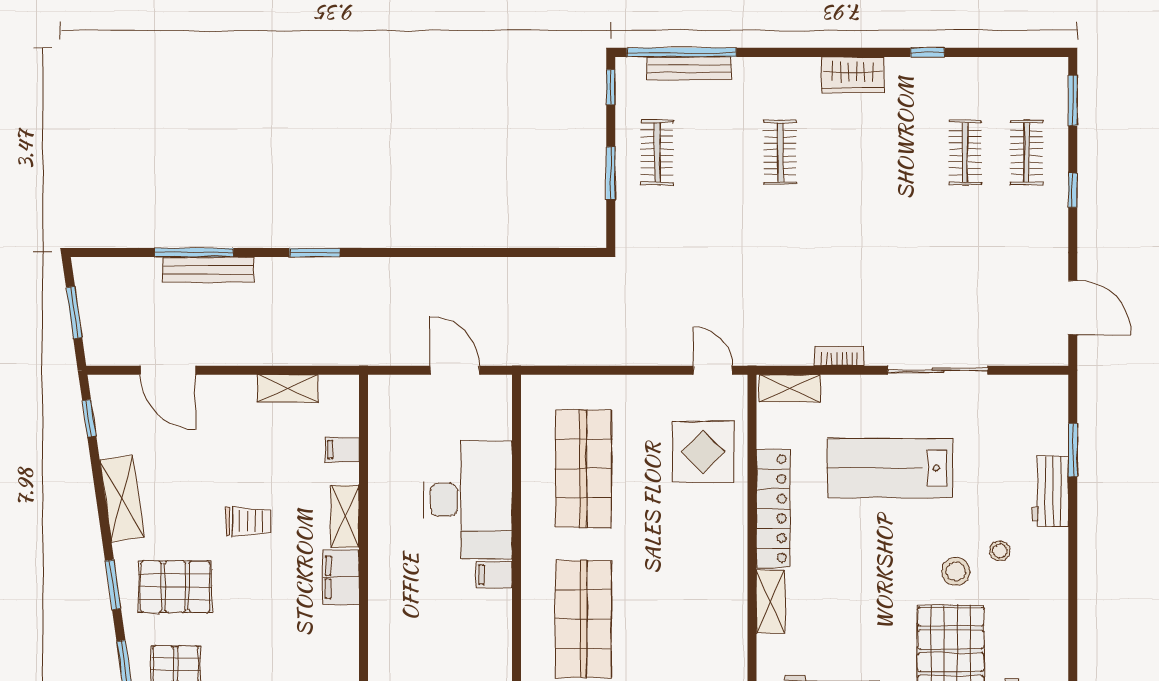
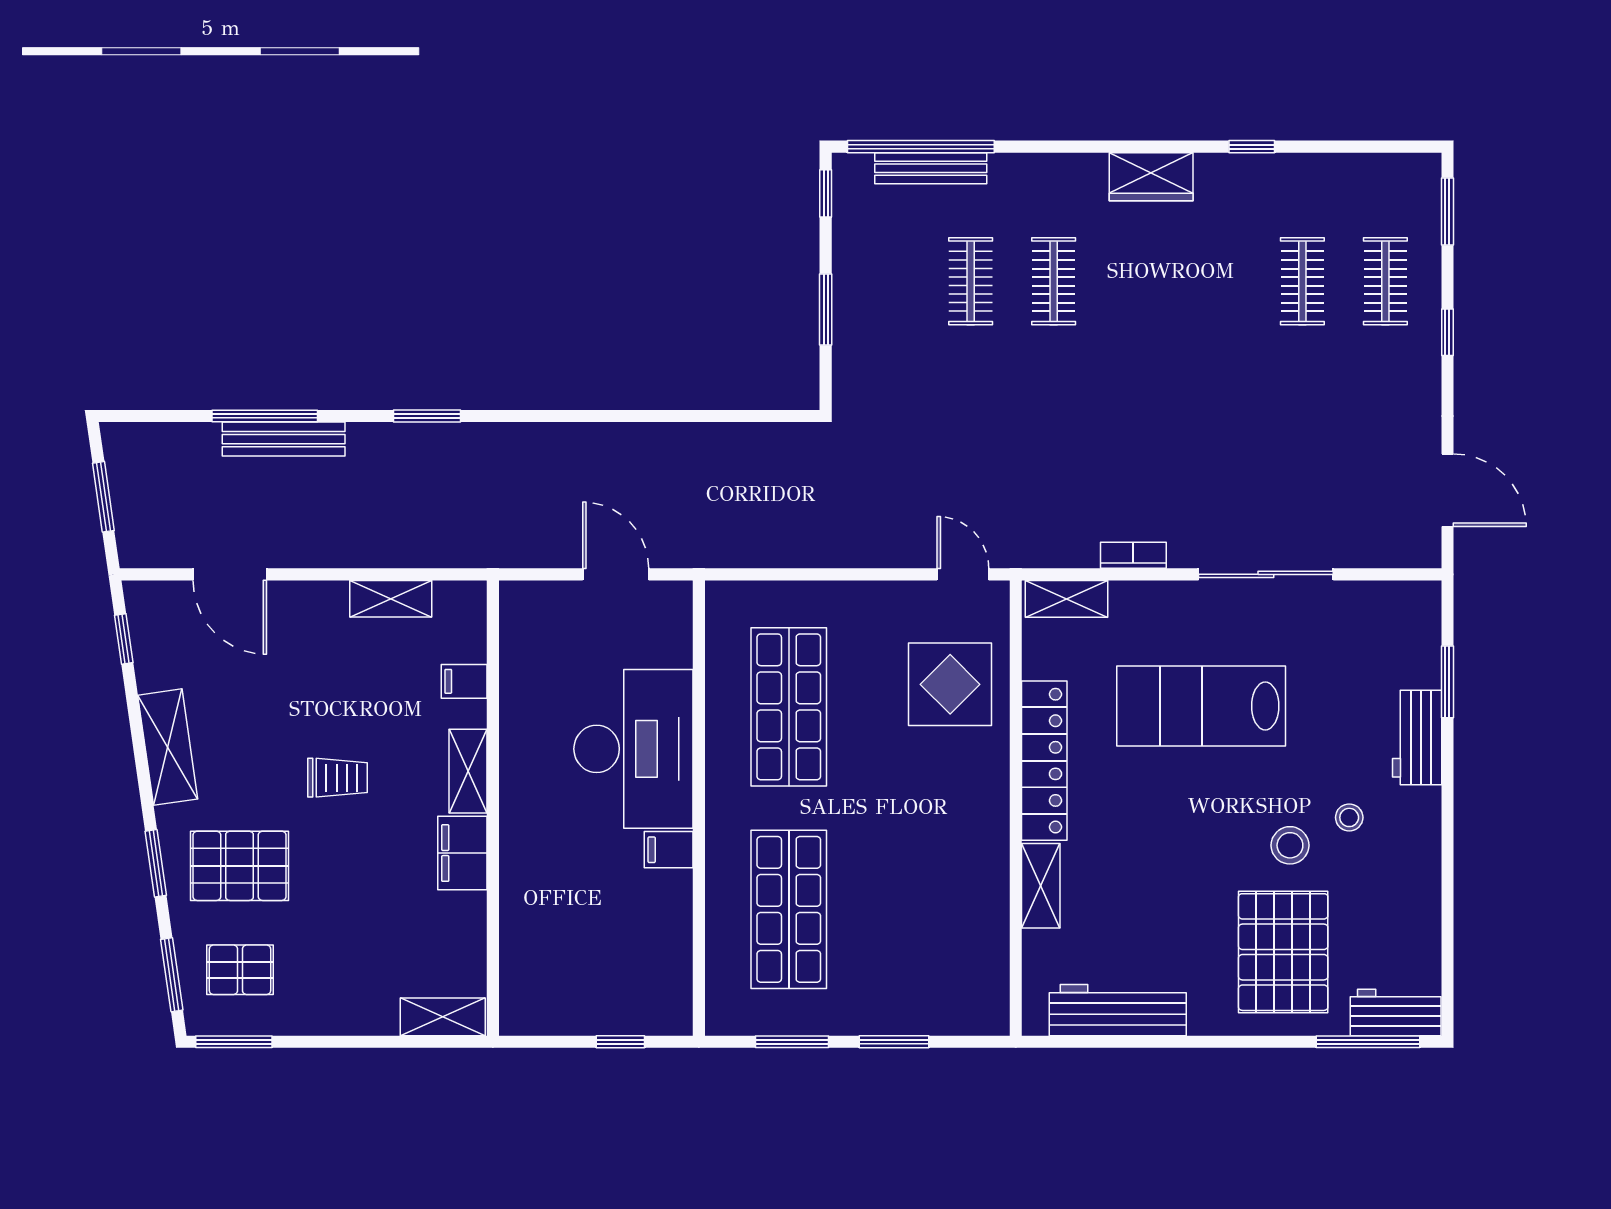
clothes rail: (657, 152) -> (971, 281), moved

